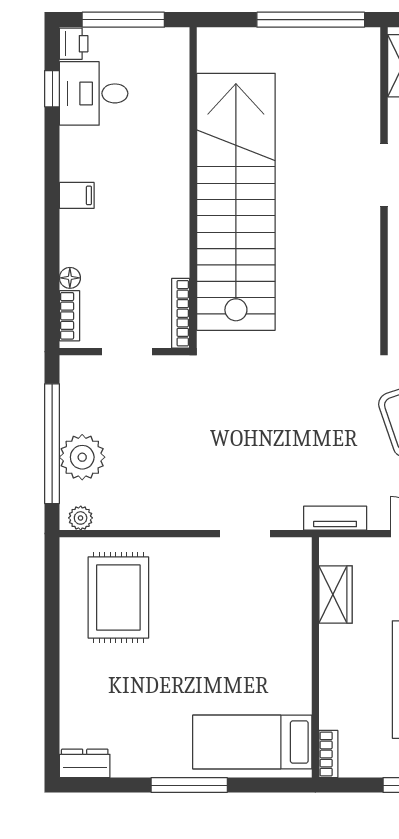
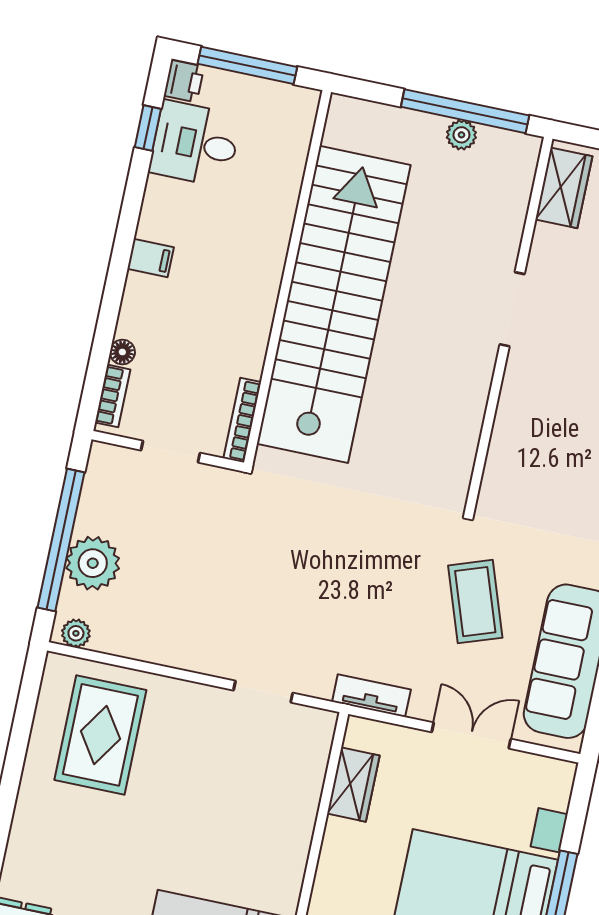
plant: (312, 40) -> (461, 135), added

